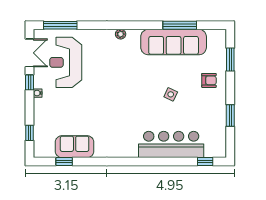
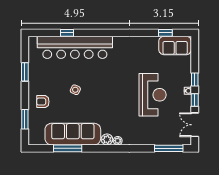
plant: (133, 36) -> (107, 139), added
reception desk: (66, 62) -> (153, 95), moved
window: (30, 133) -> (195, 80), moved
bar counter: (171, 144) -> (75, 47), width x1.36
sofa: (75, 147) -> (175, 45), moved
window: (205, 162) -> (67, 33), moved

